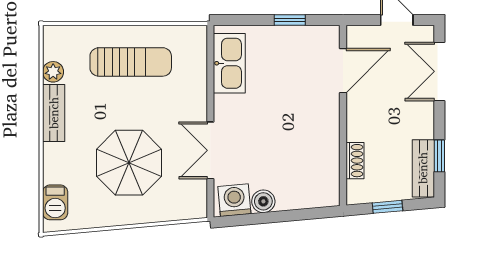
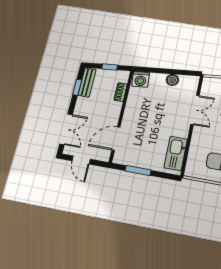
window: (290, 20) -> (138, 171), width x1.50
washing machine: (234, 200) -> (141, 79), moved

